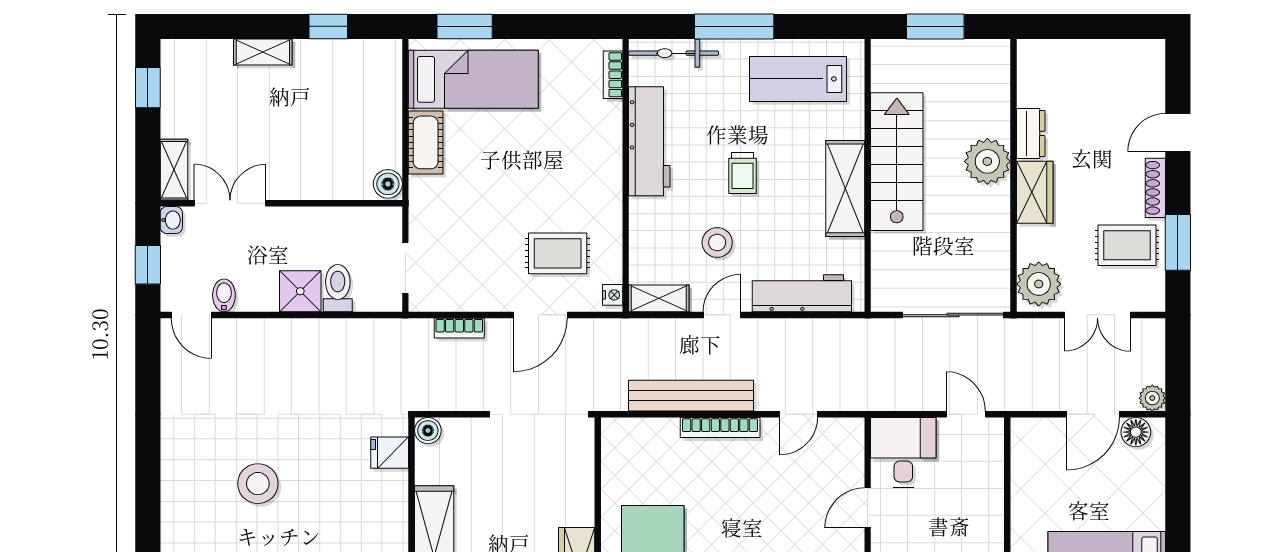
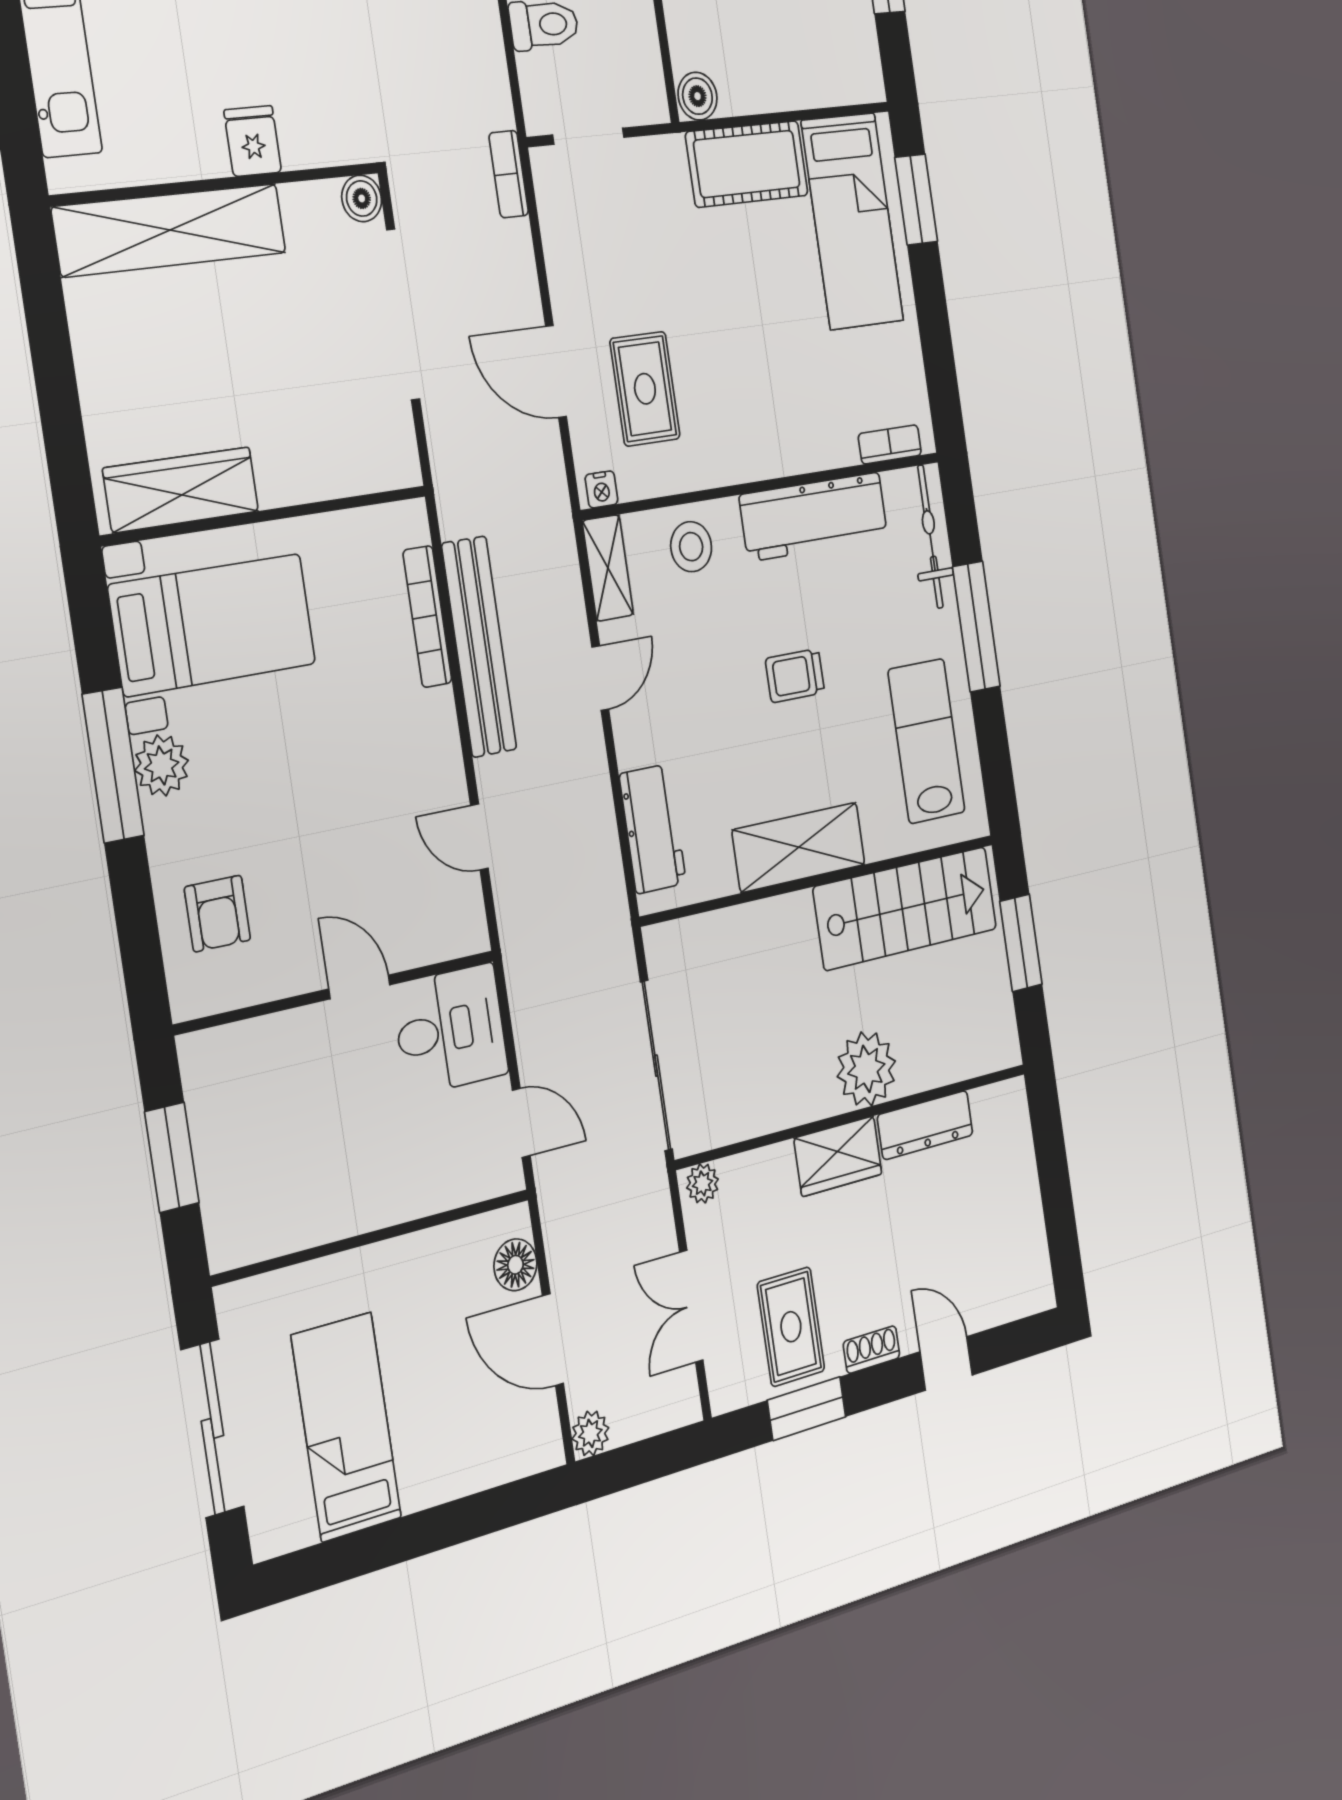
dresser: (1031, 133) -> (925, 1125), width x1.44
cot: (426, 142) -> (747, 164), width x1.37, depth x1.34
stairs: (897, 162) -> (906, 908), moved
shoe rack: (1155, 188) -> (871, 1350), width x0.70
stool: (717, 242) -> (691, 547), moved
plant: (1039, 284) -> (703, 1183), width x0.53, depth x0.53
workbench: (802, 293) -> (653, 829), width x0.73
door: (722, 315) -> (600, 678), hinge flipped
bookcase: (459, 328) -> (509, 174), moved
doorway: (539, 414) -> (403, 315), moved
door: (966, 414) -> (521, 1123), hinge flipped
bookcase: (720, 428) -> (427, 616), moved
floor lamp: (1136, 432) -> (515, 1265), moved
fridge: (390, 453) -> (253, 141), moved

